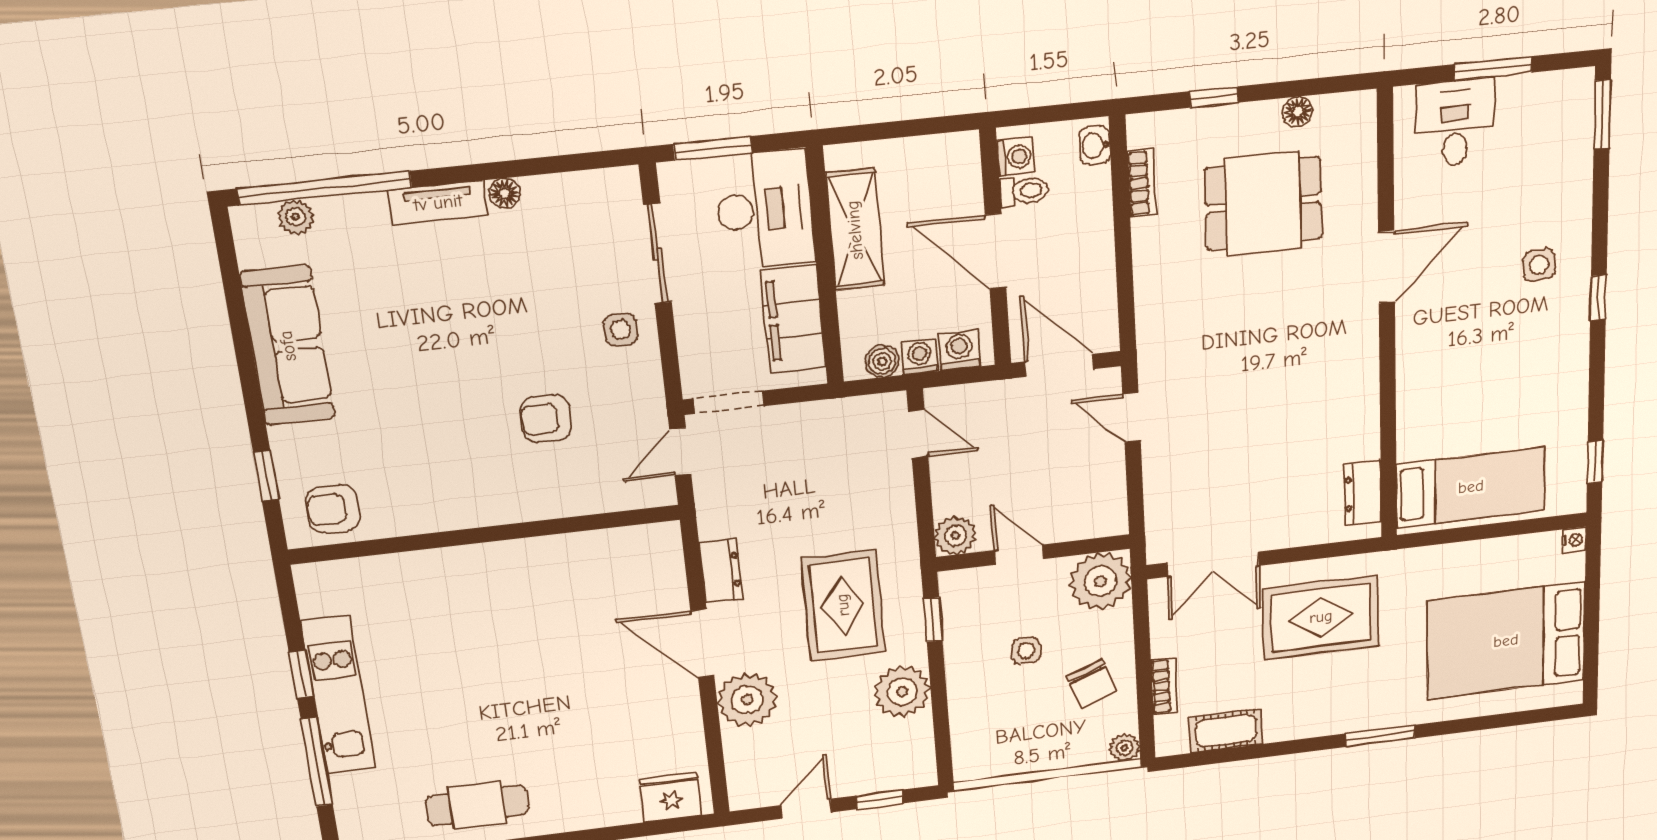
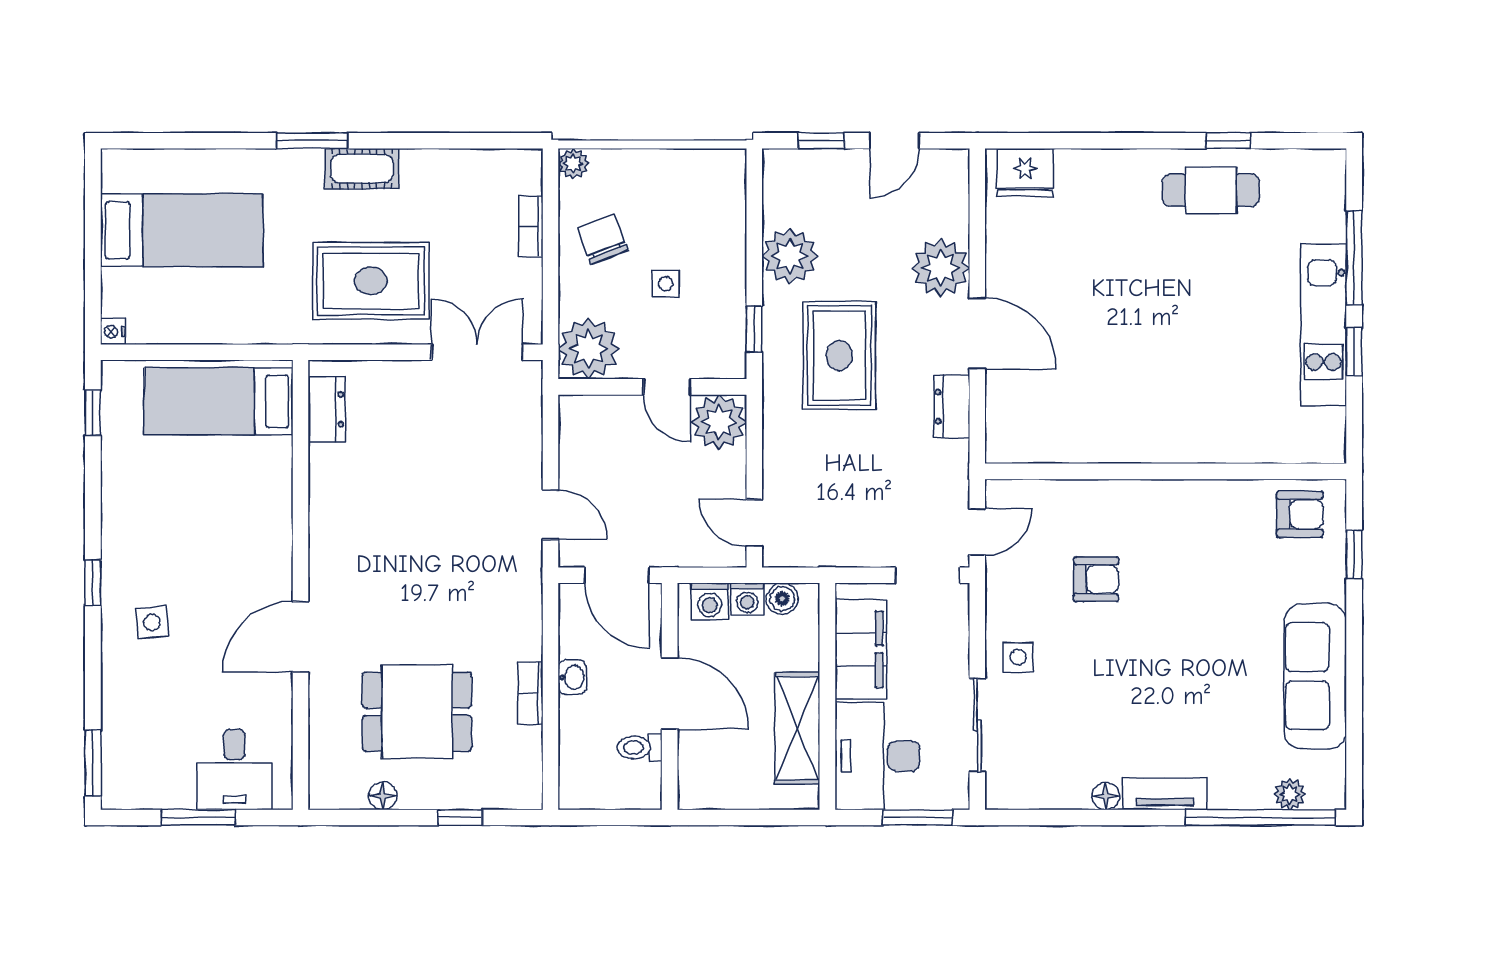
washbasin: (1095, 145) -> (572, 677), moved
washing machine: (1016, 157) -> (645, 781), removed
bookcase: (1142, 183) -> (530, 693), moved
plant: (955, 535) -> (719, 422), width x1.36, depth x1.36
bed: (1506, 641) -> (182, 230), width x0.67
cot: (1226, 731) -> (362, 169), moved

